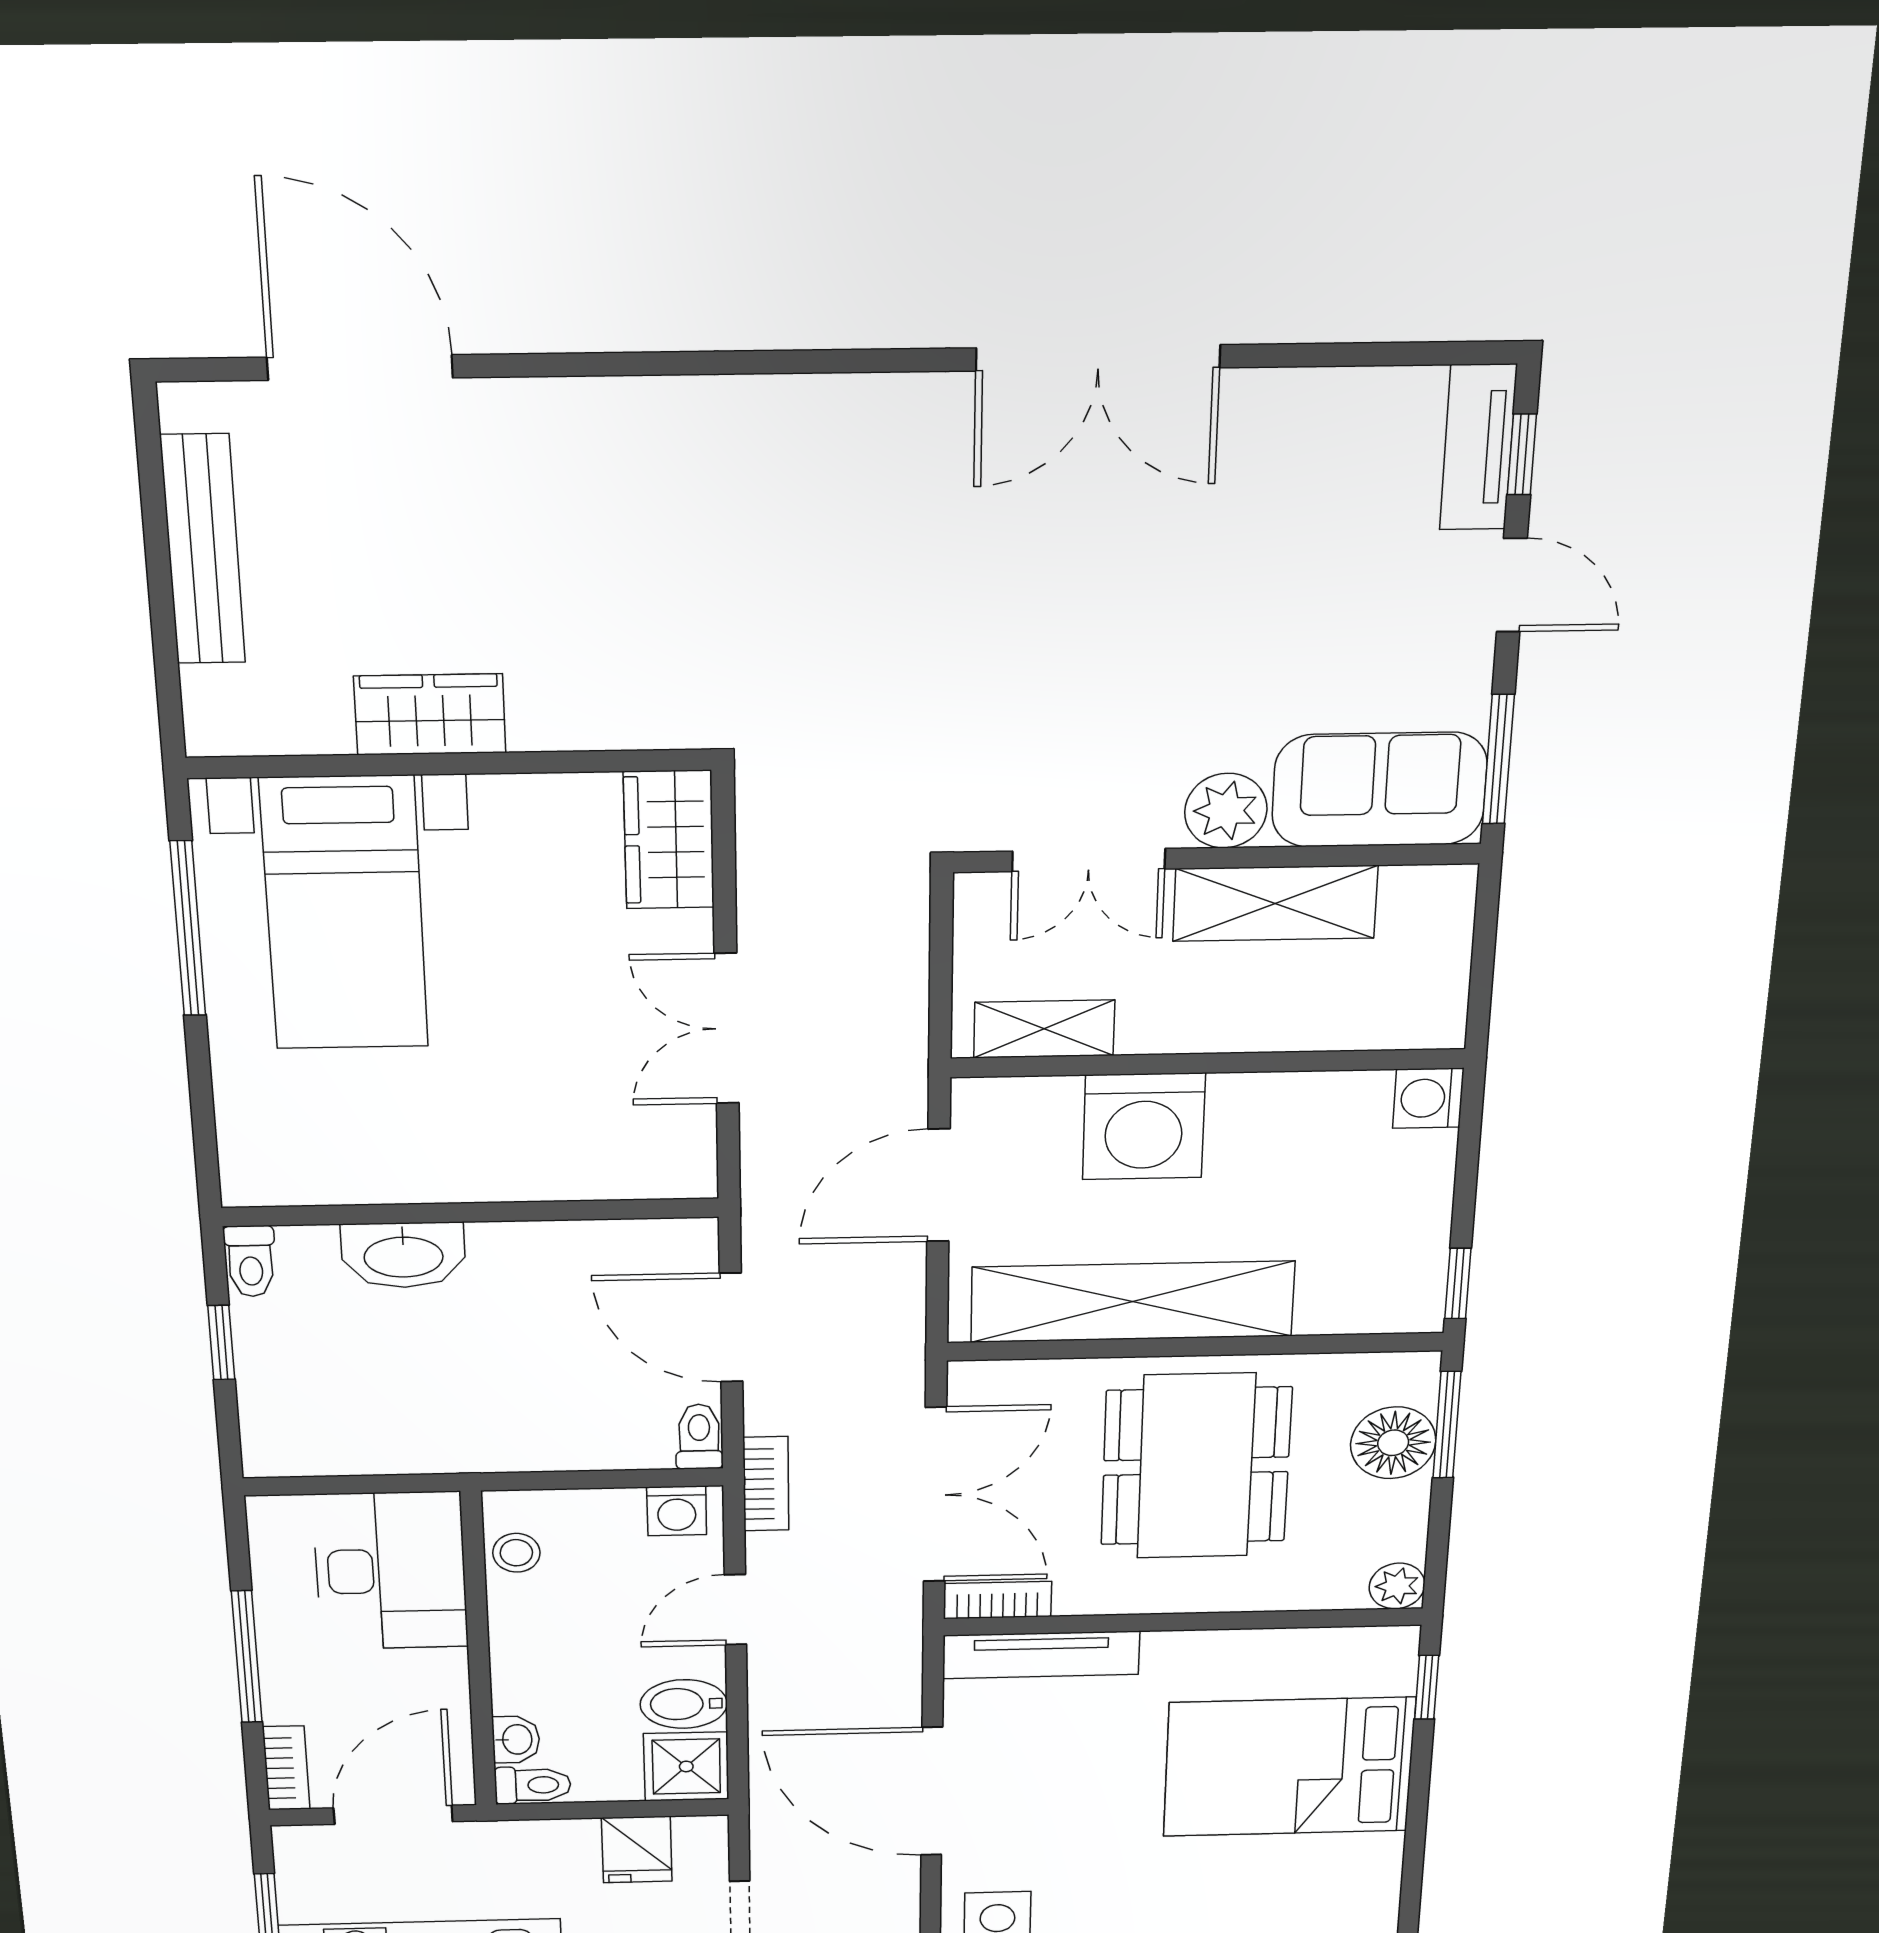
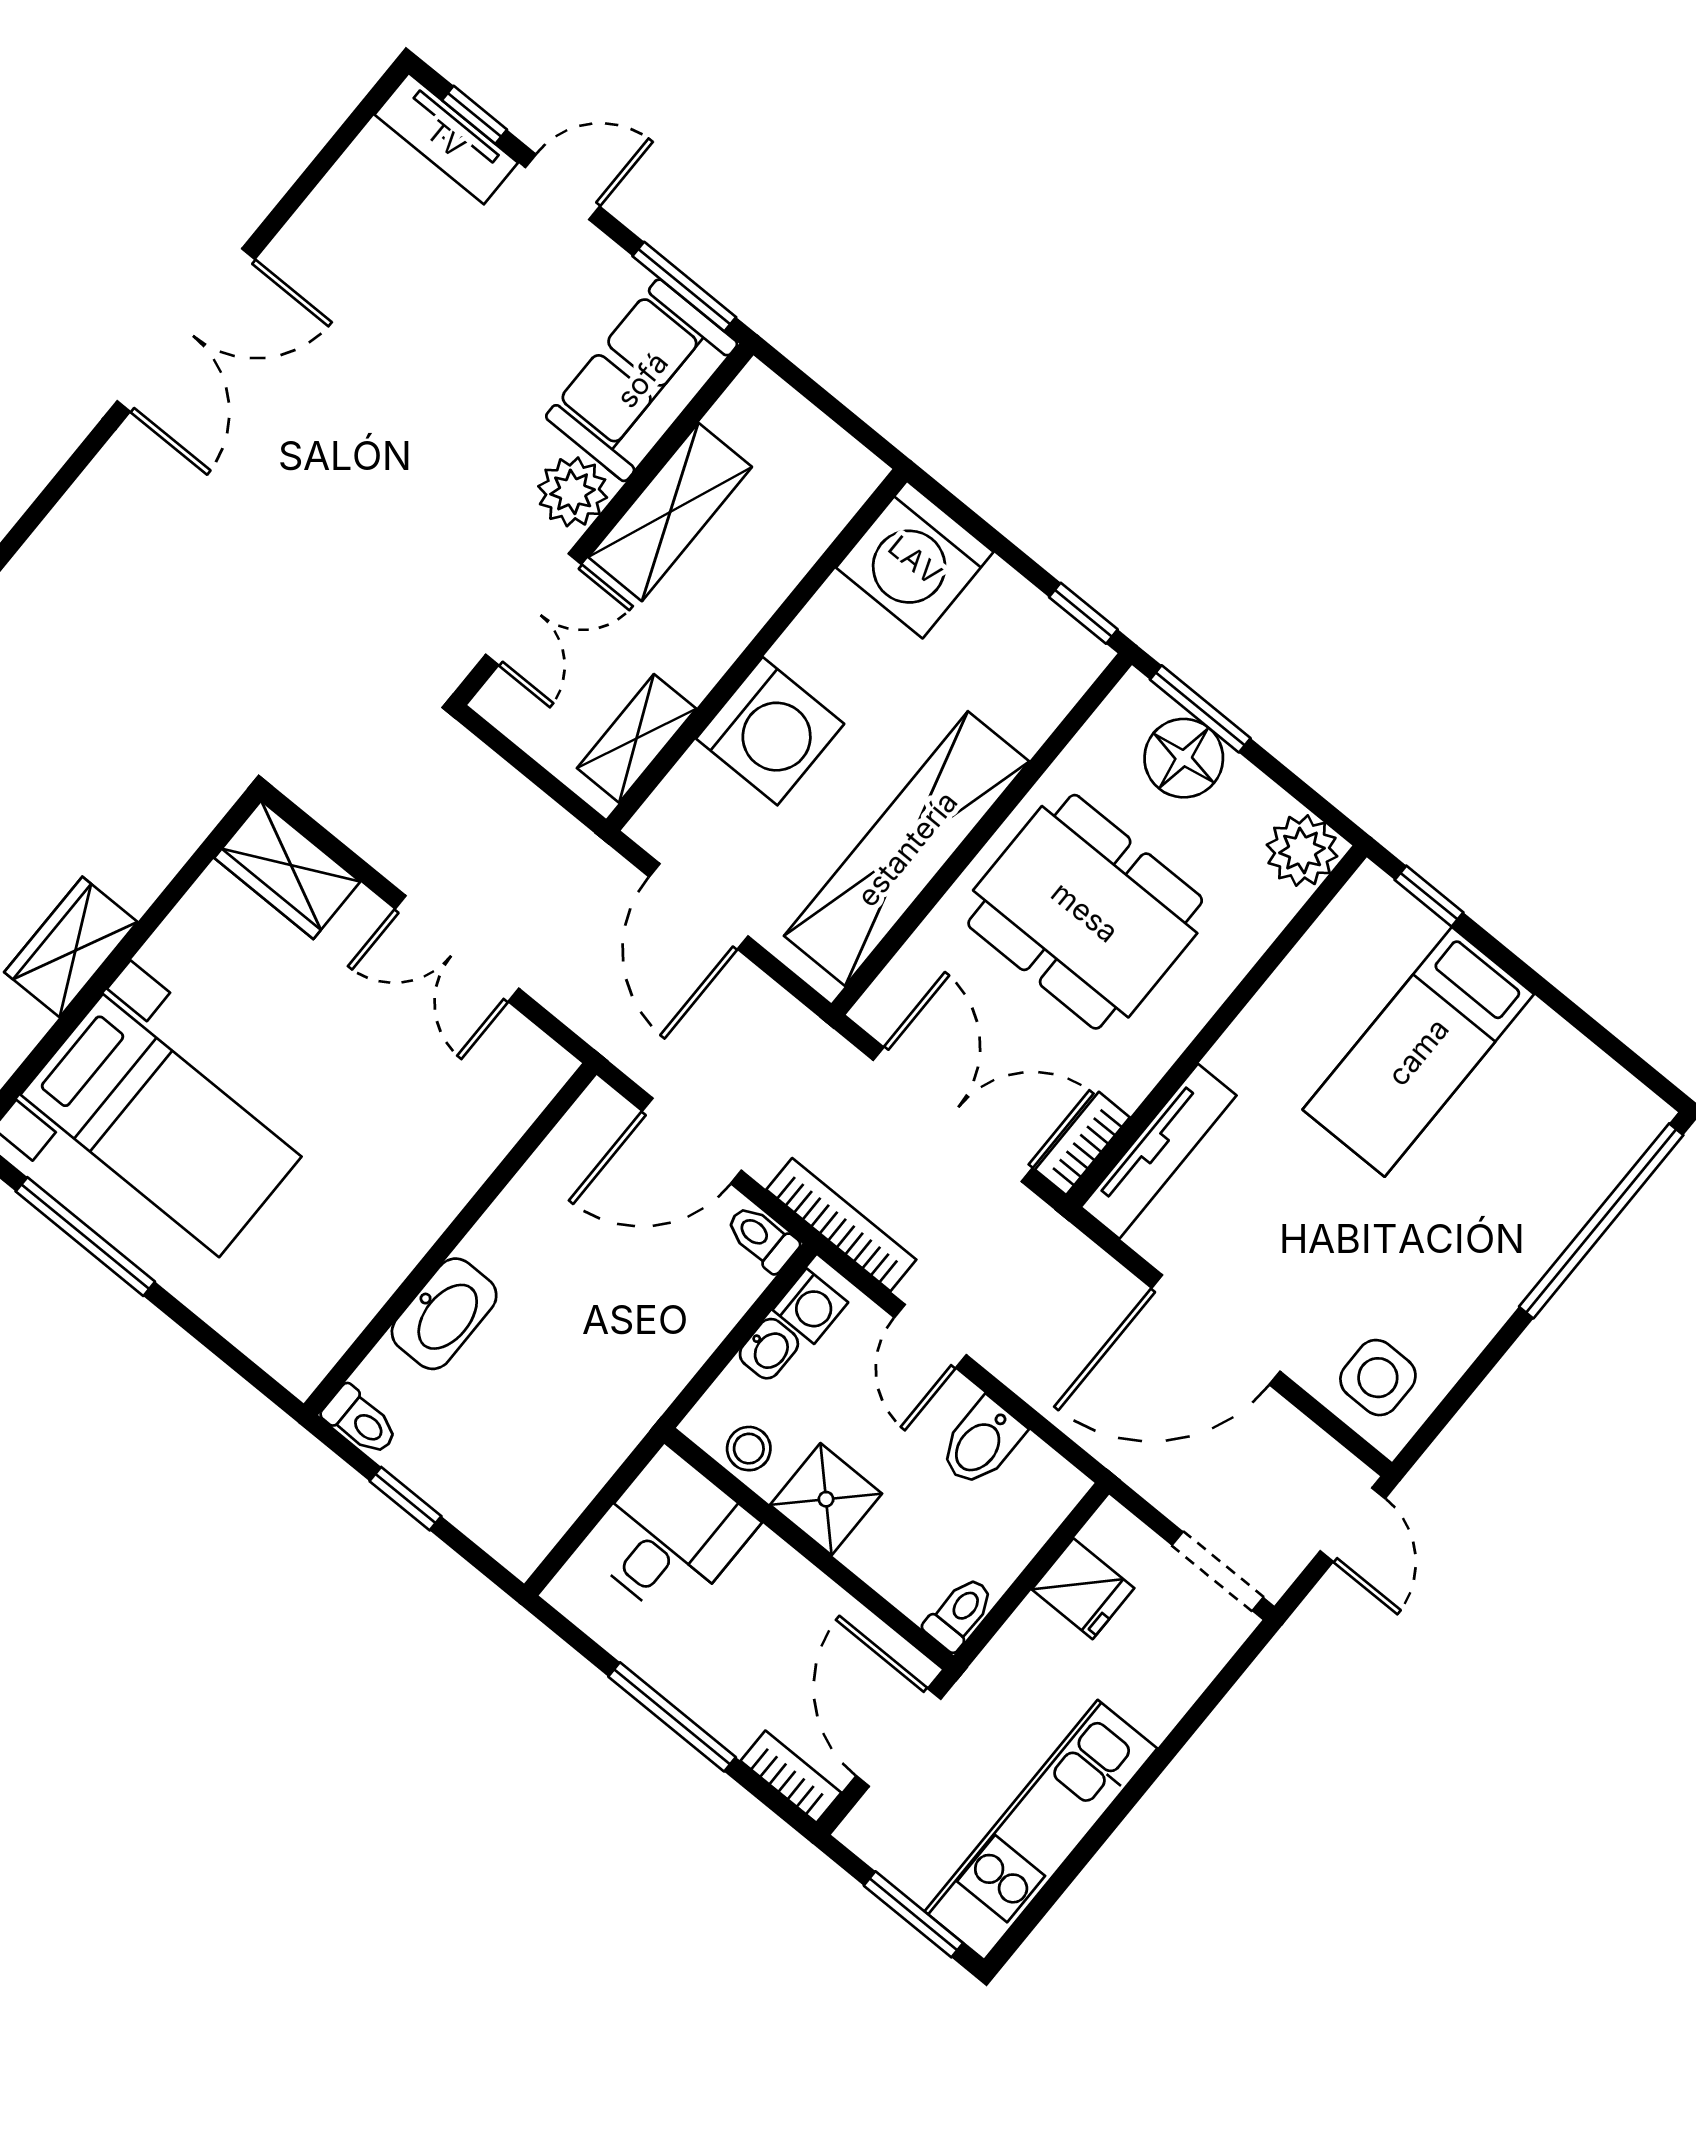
washing machine: (1428, 1098) -> (915, 560), width x1.89, depth x1.89
bookcase: (766, 1484) -> (841, 1225), width x1.56
desk: (391, 1571) -> (670, 1535), width x0.73
plant: (1397, 1586) -> (1302, 851), width x1.38, depth x1.38
washbasin: (516, 1739) -> (769, 1349), moved, turned 90
shower: (686, 1766) -> (826, 1499), moved
bed: (1289, 1767) -> (1418, 1052), width x0.67

